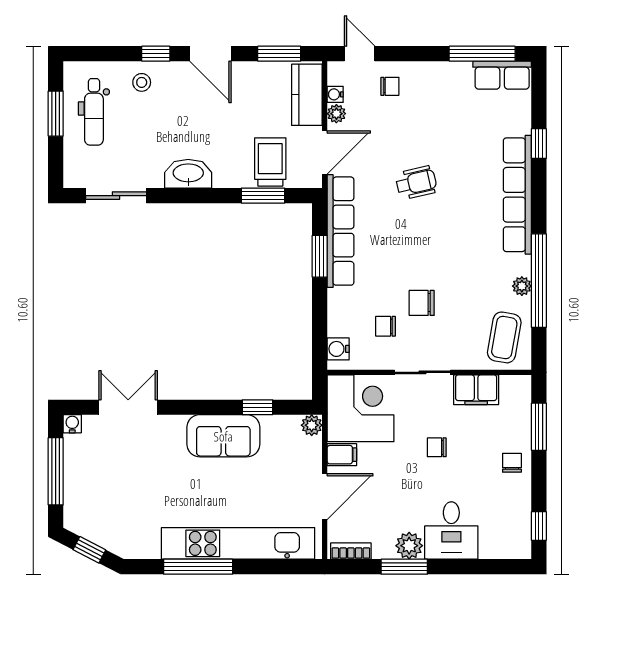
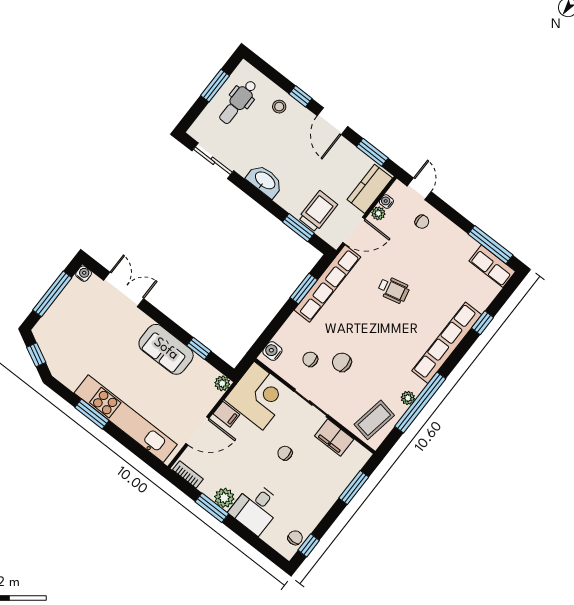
chair: (512, 463) -> (295, 538), moved
window: (198, 567) -> (92, 414), width x0.69

